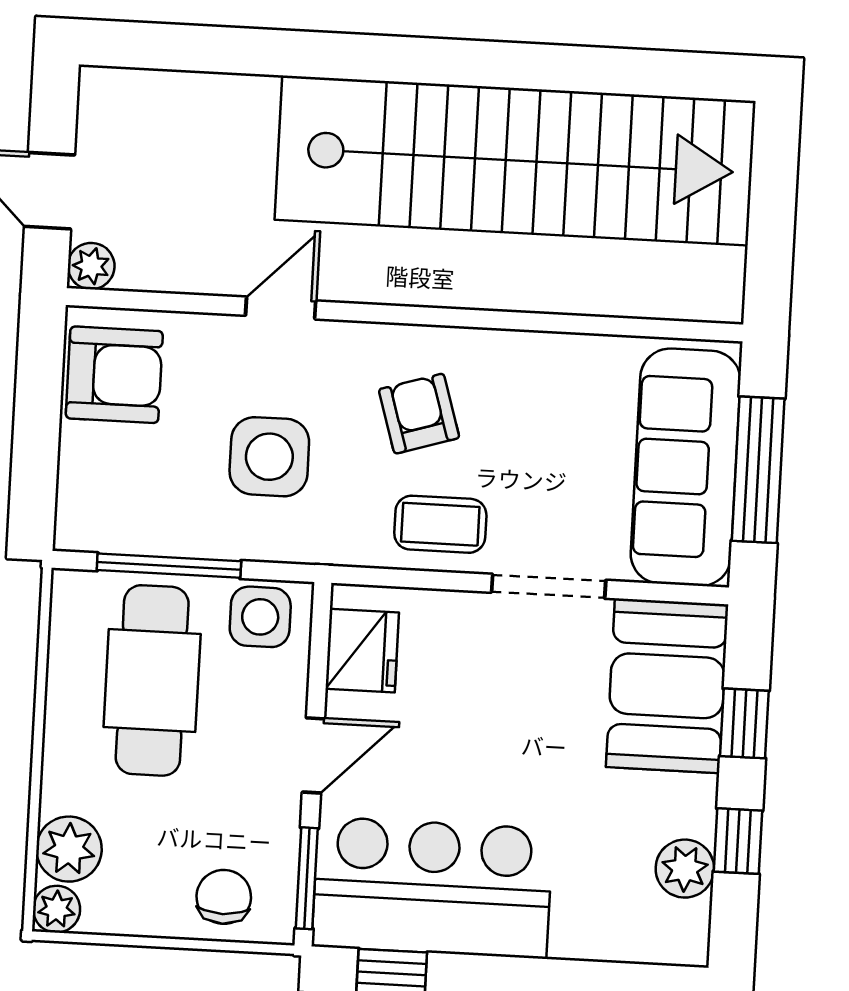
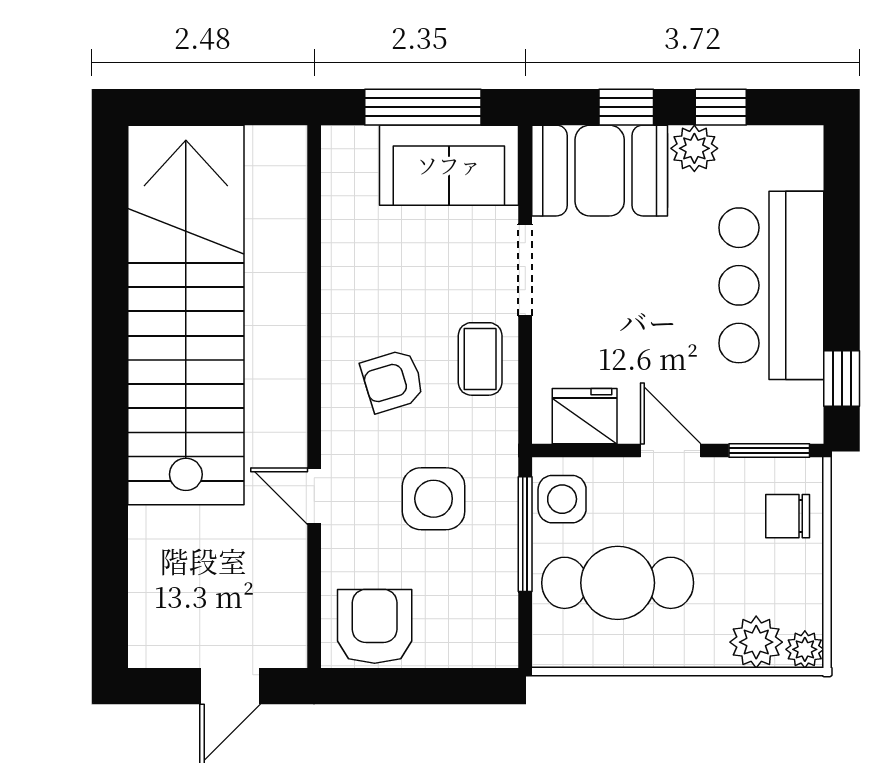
plant: (91, 266) -> (289, 650), removed
sofa: (686, 467) -> (449, 165), width x0.73
window: (169, 566) -> (525, 534), moved
plant: (685, 869) -> (694, 148), moved
bar counter: (432, 888) -> (771, 285), moved

